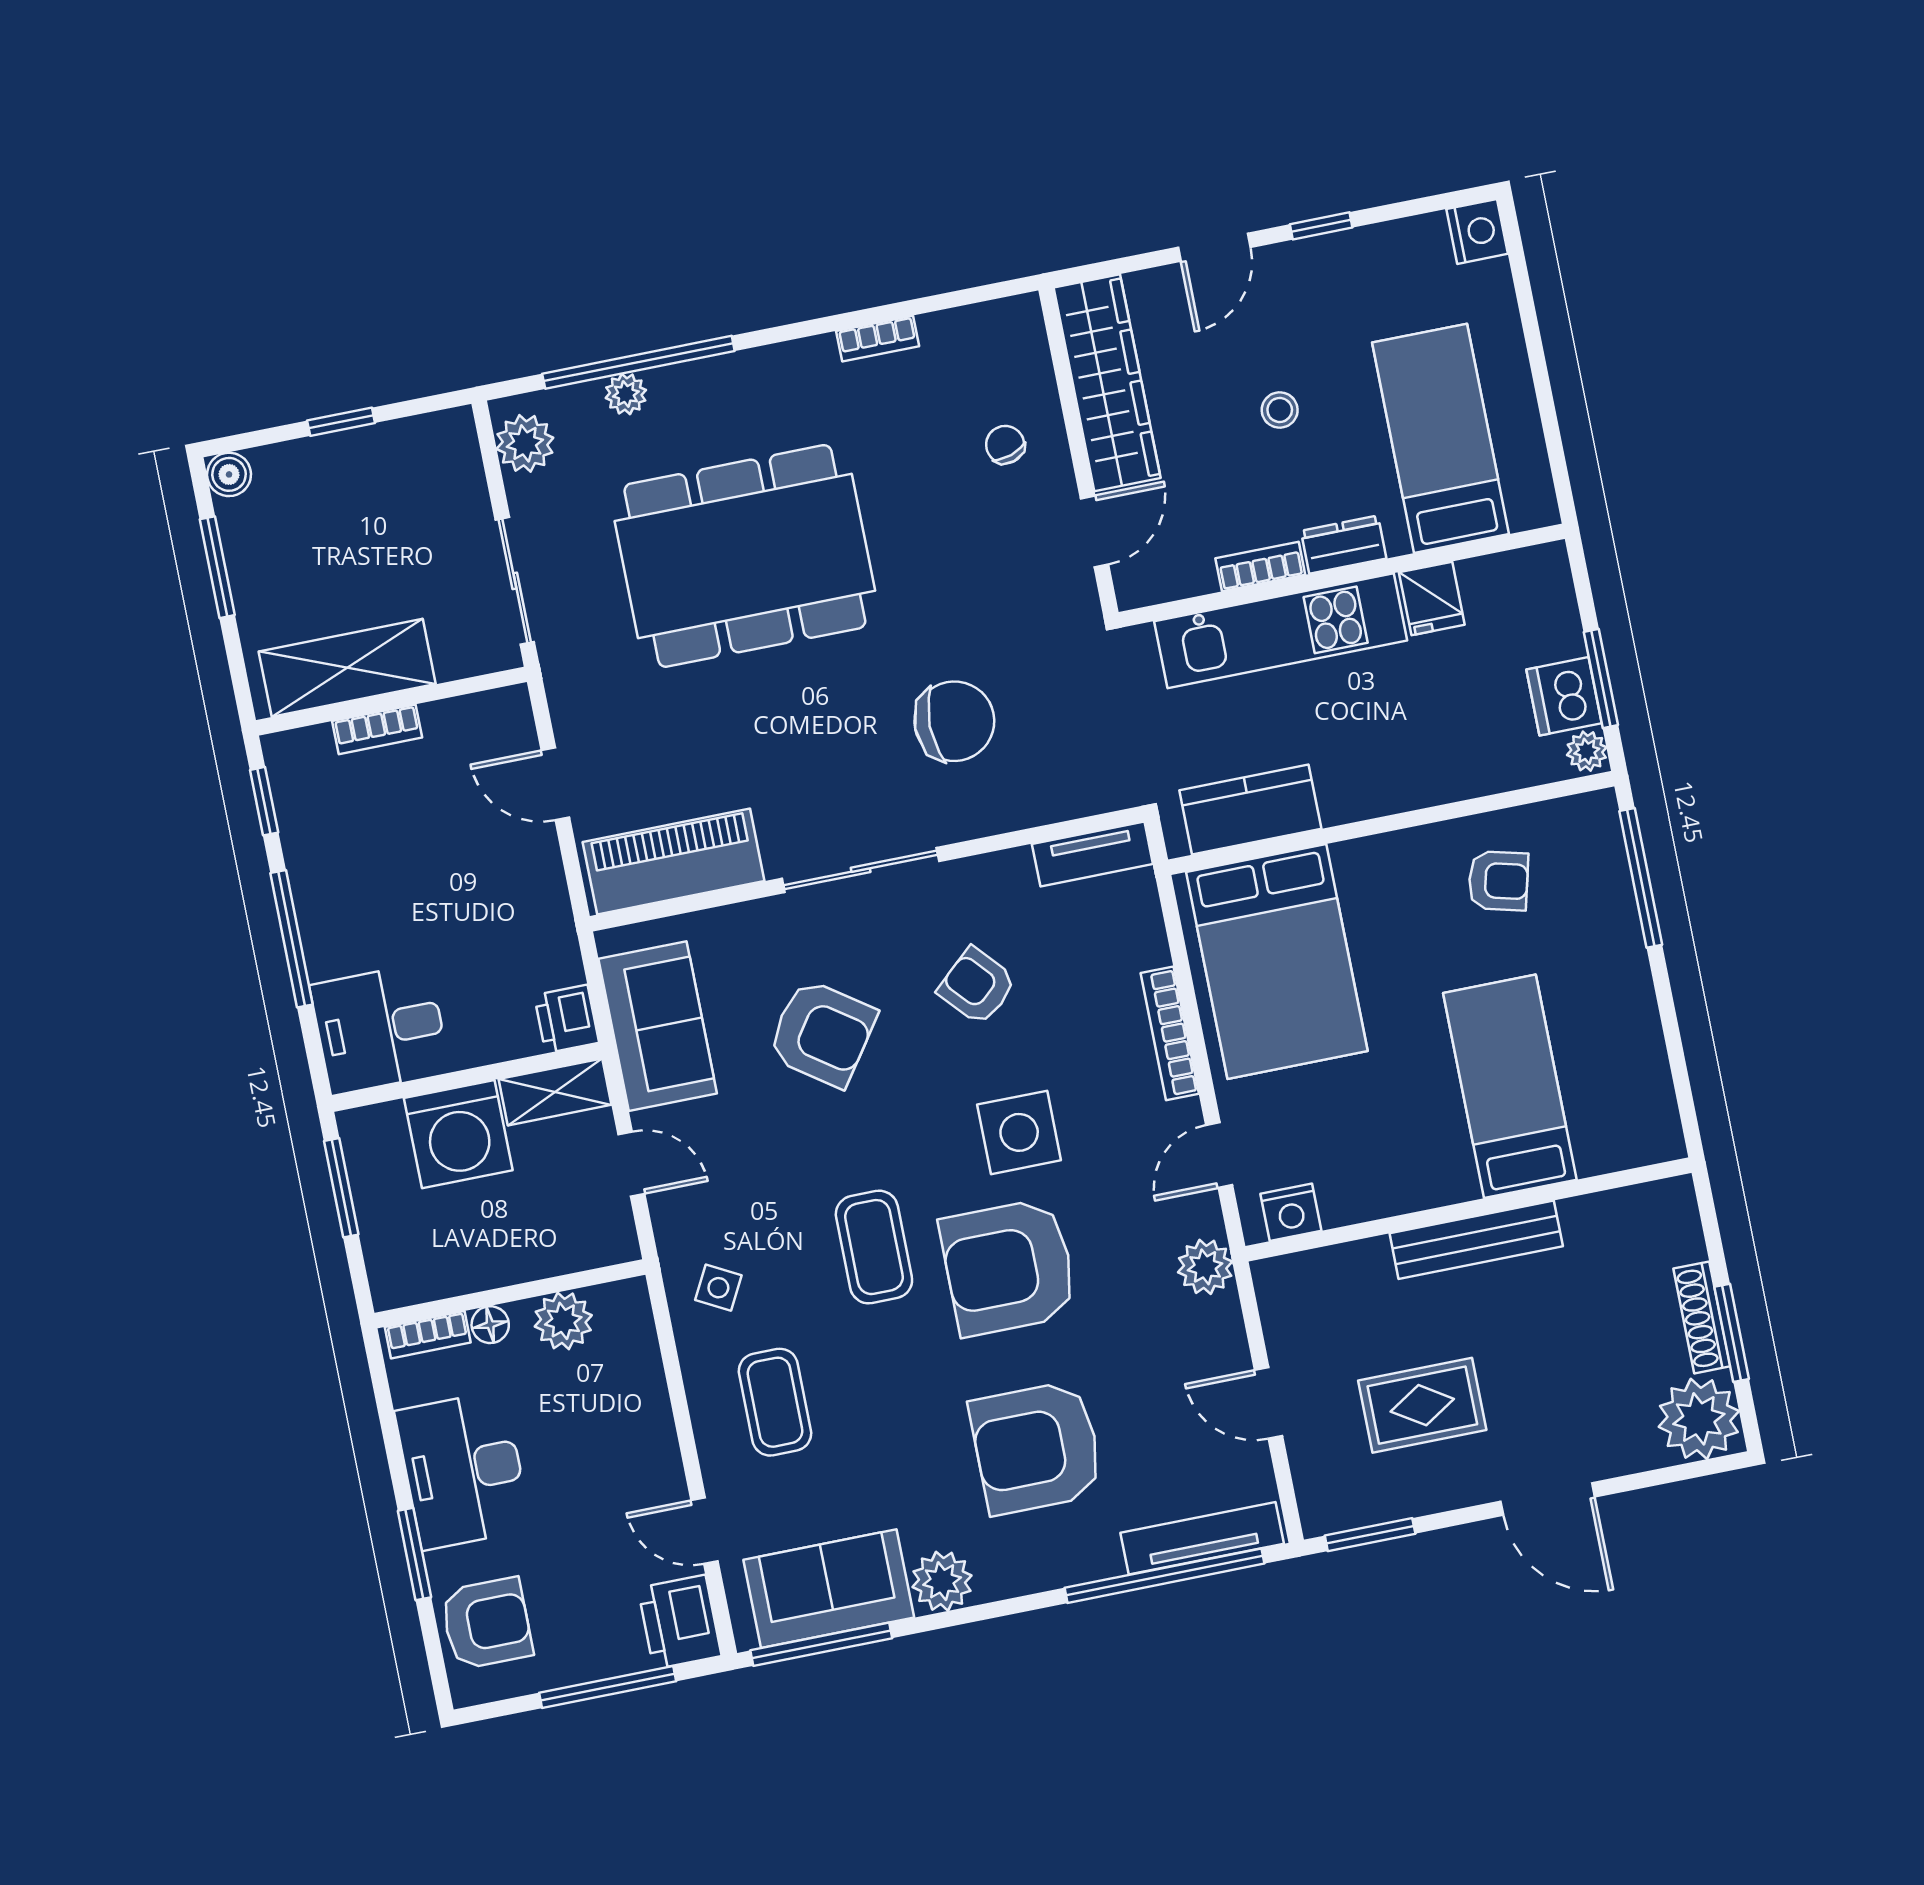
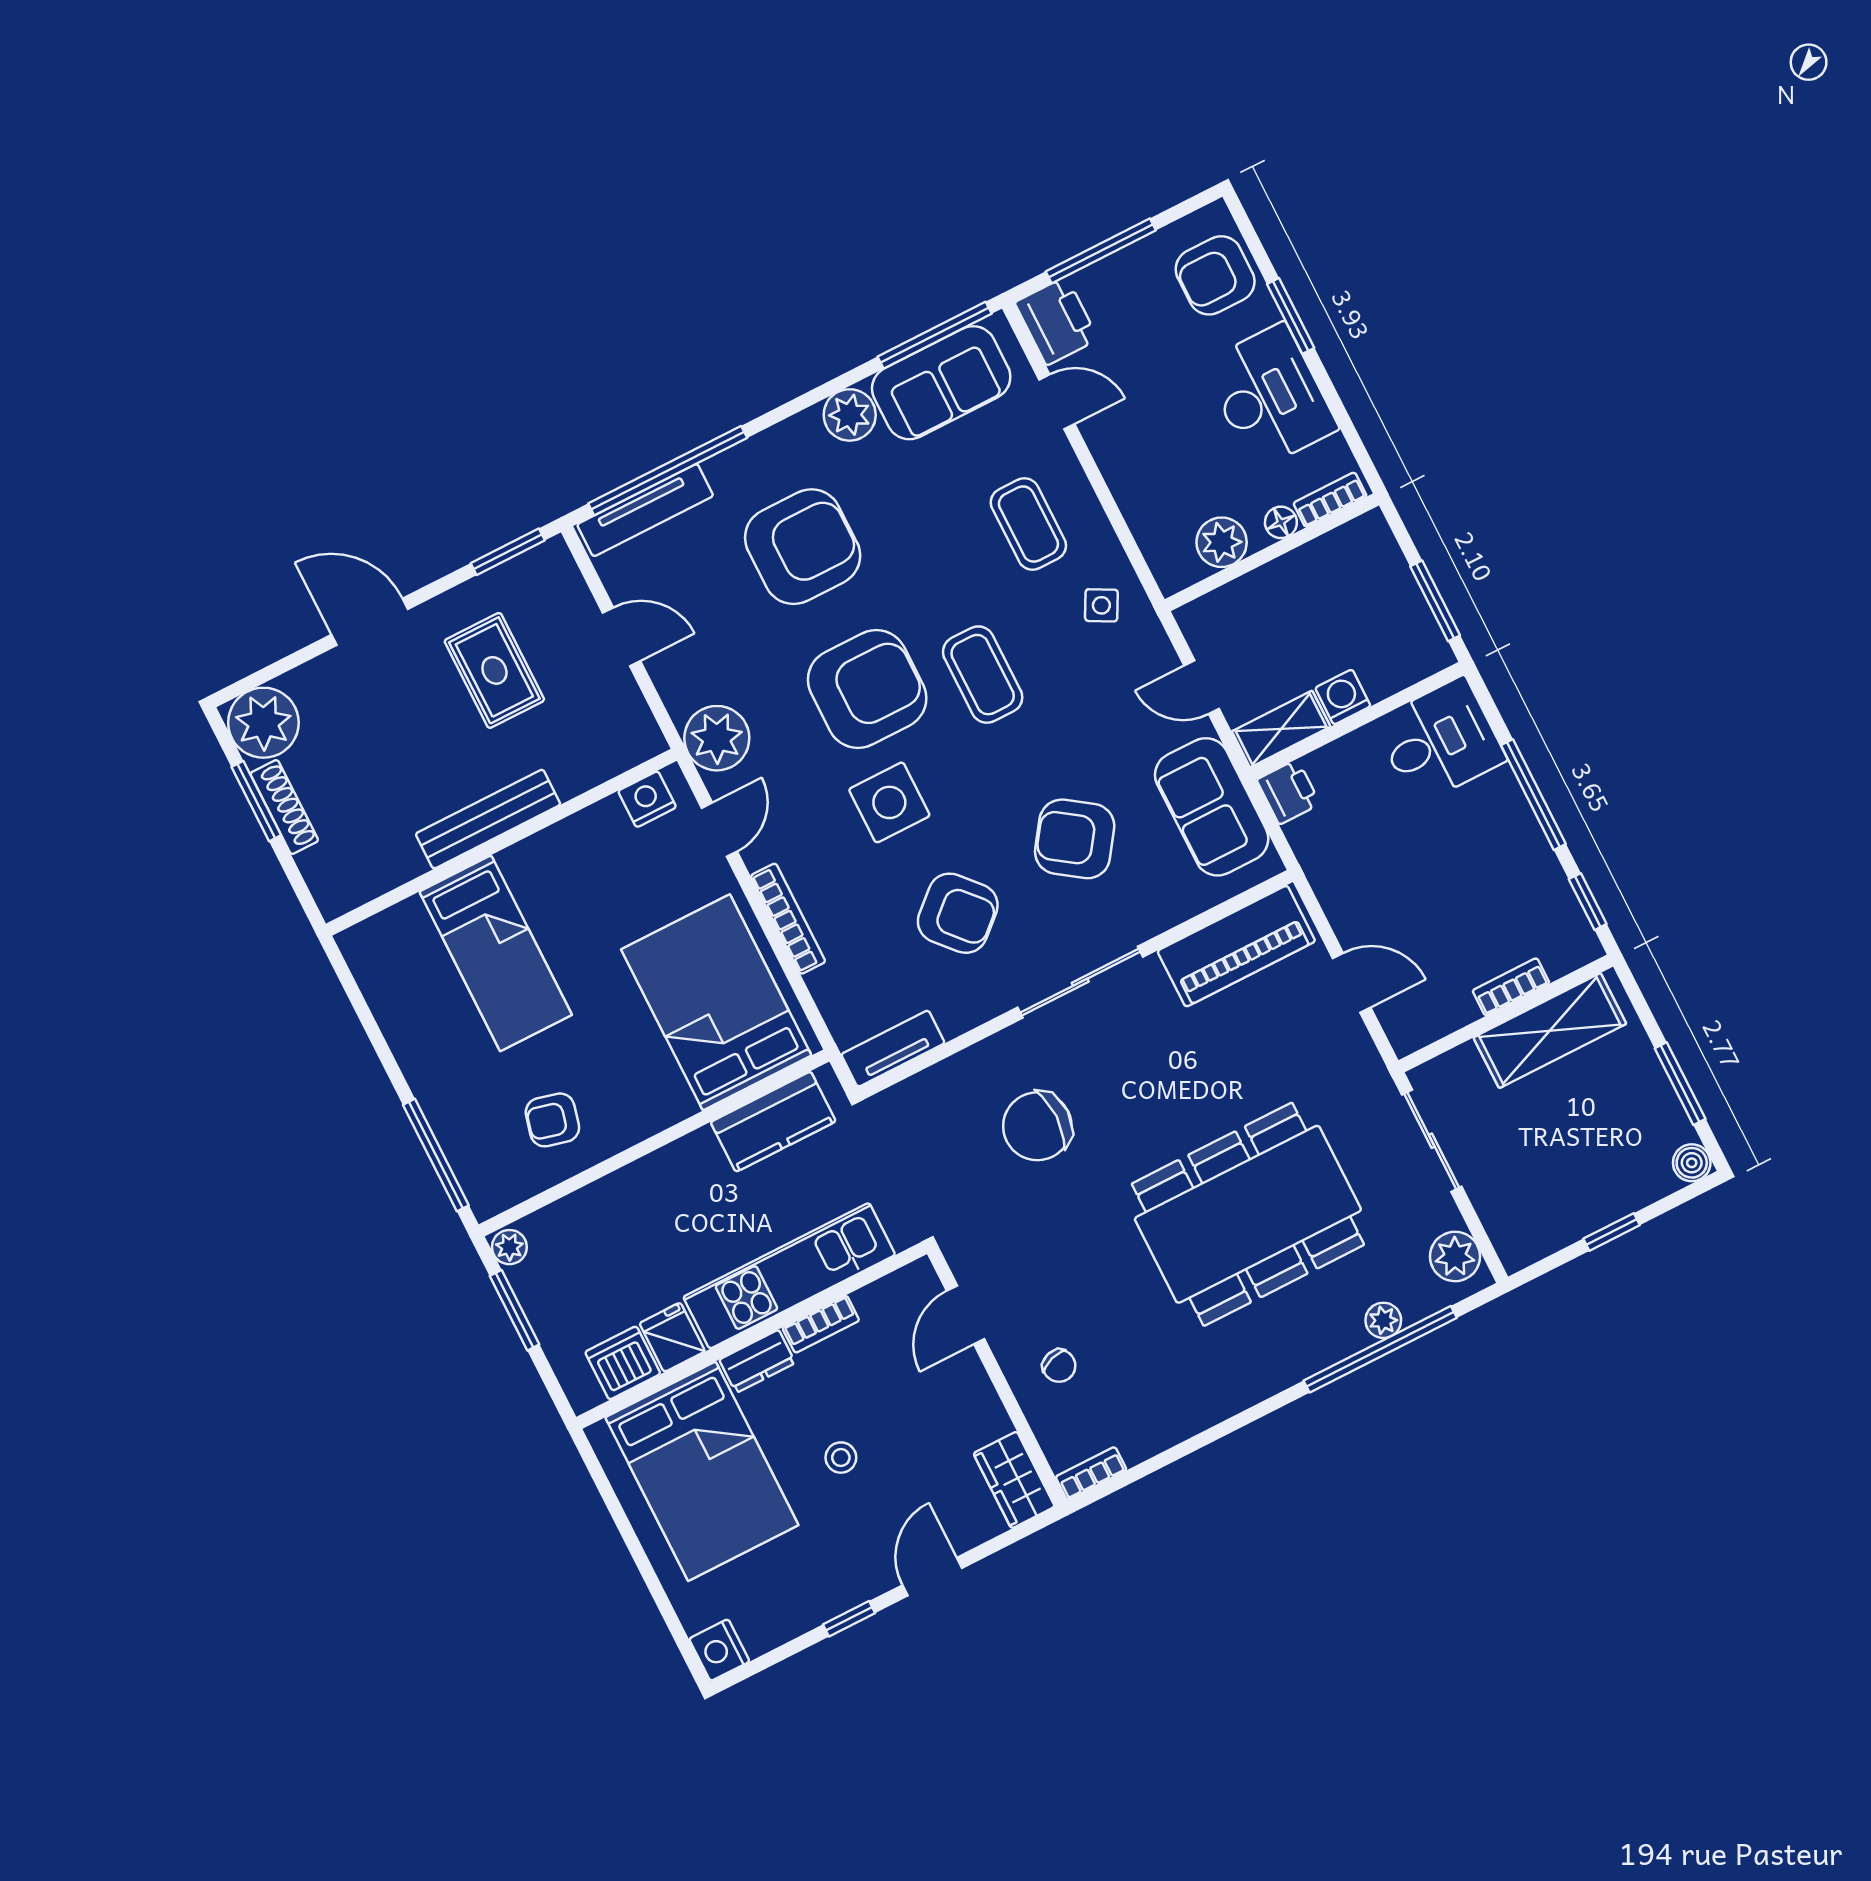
bookcase: (878, 339) -> (1091, 1473), moved
wardrobe: (1107, 383) -> (1014, 1480), width x0.48, depth x0.85
bed: (1441, 438) -> (702, 1471), width x1.50
dishwasher: (1564, 696) -> (623, 1363), moved, turned -90
armchair: (977, 986) -> (958, 913), width x1.38, depth x1.38
washing machine: (458, 1134) -> (1343, 697), width x0.53, depth x0.53
plant: (1205, 1267) -> (717, 738), width x1.36, depth x1.36
rug: (1422, 1405) -> (494, 670), turned 90

